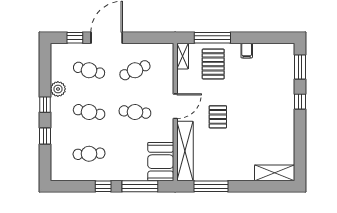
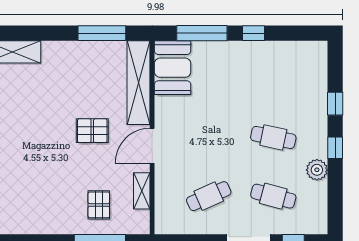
filing cabinet: (247, 51) -> (52, 224), removed
shelving: (183, 56) -> (142, 191), moved
pallet: (213, 64) -> (99, 205), width x0.67, depth x0.71
cafe table: (135, 112) -> (209, 137), removed
pallet: (218, 117) -> (92, 131), turned 90
cafe table: (89, 154) -> (273, 79), removed

